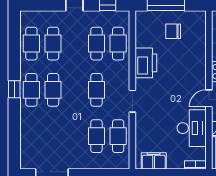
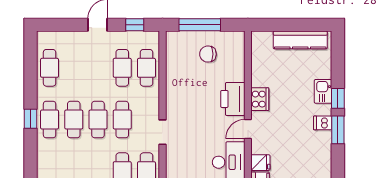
cafe table: (53, 44) -> (98, 119), moved
printer: (146, 63) -> (233, 99), moved, turned 180

